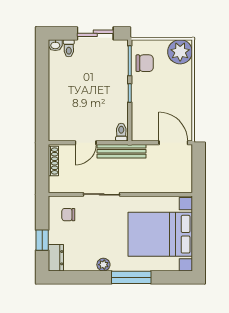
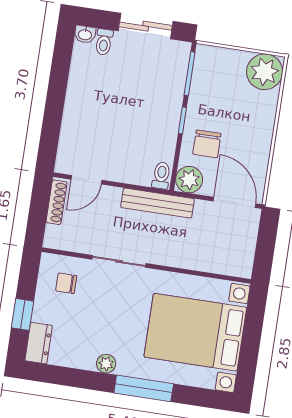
chair: (145, 63) -> (207, 144), moved, turned 90
plant: (140, 132) -> (189, 180), added
door: (86, 143) -> (86, 180), moved

